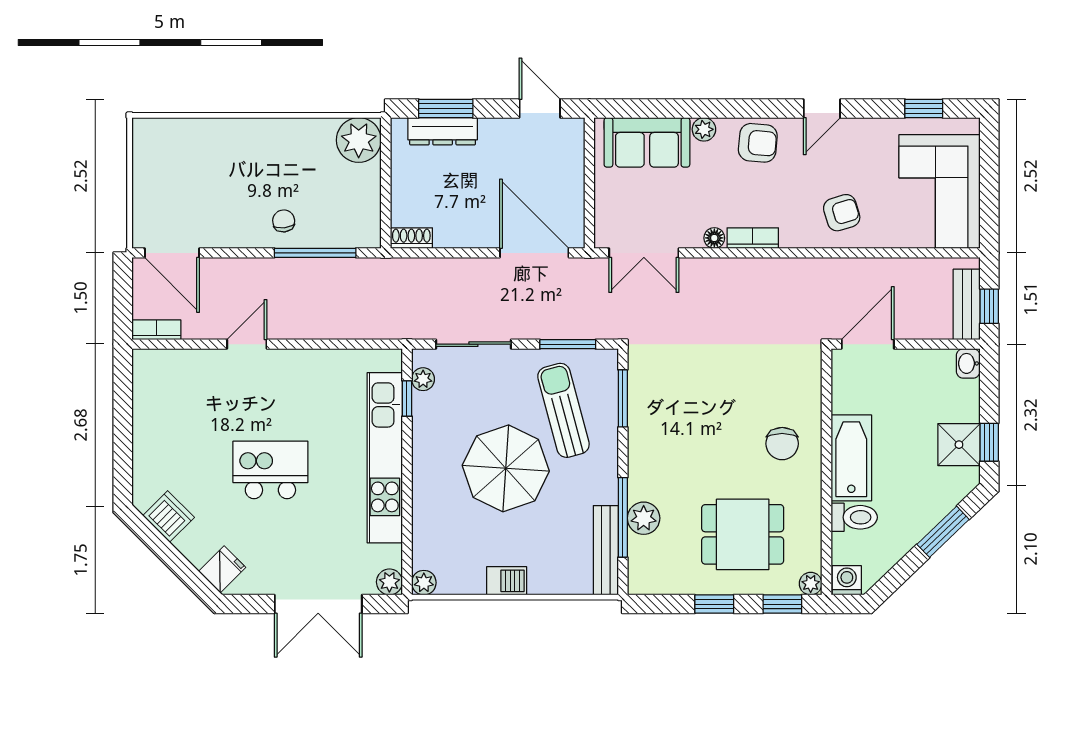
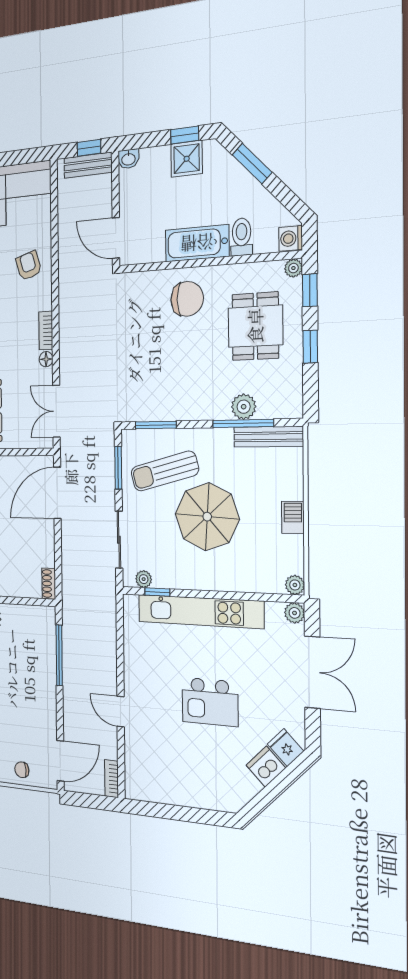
chair: (284, 221) -> (22, 770), moved
double door: (644, 253) -> (56, 411), swing flipped
chair: (782, 444) -> (187, 299), width x1.37, depth x1.37
kitchen island: (270, 470) -> (210, 702), turned -90
dishwasher: (169, 517) -> (266, 767), moved

